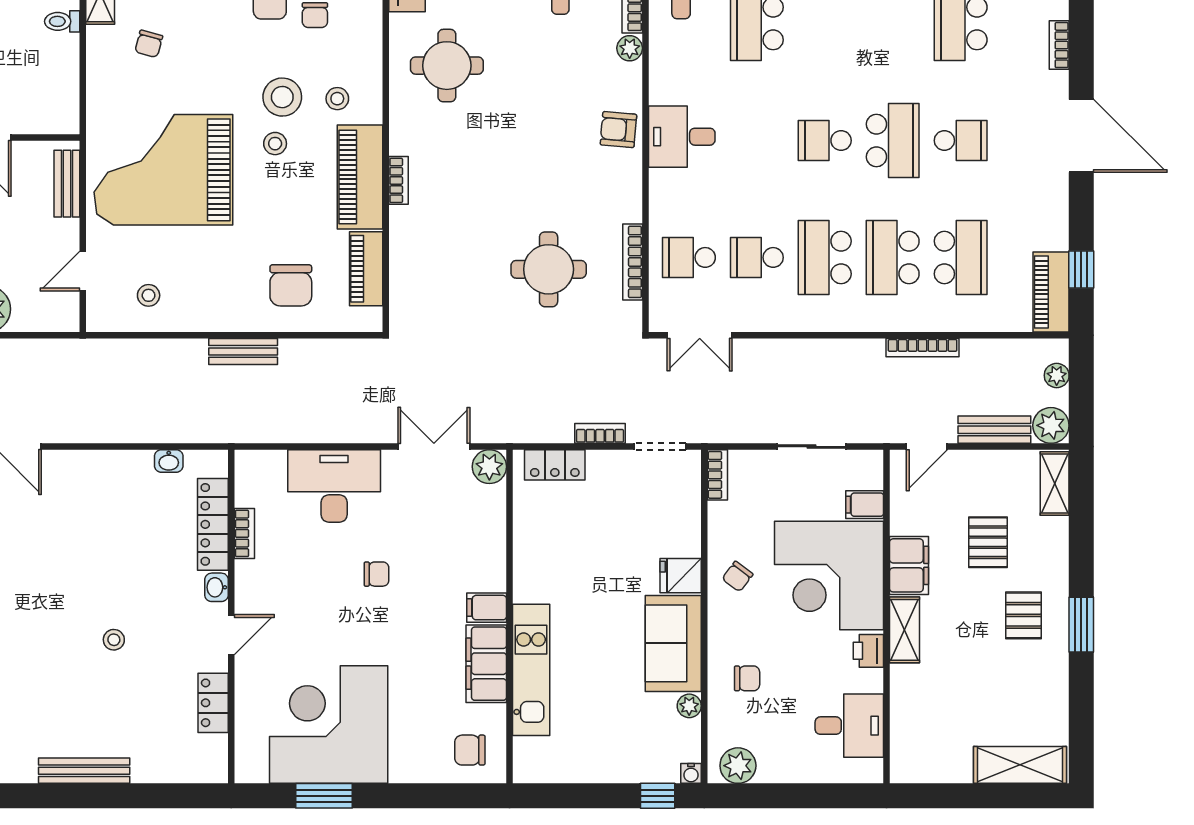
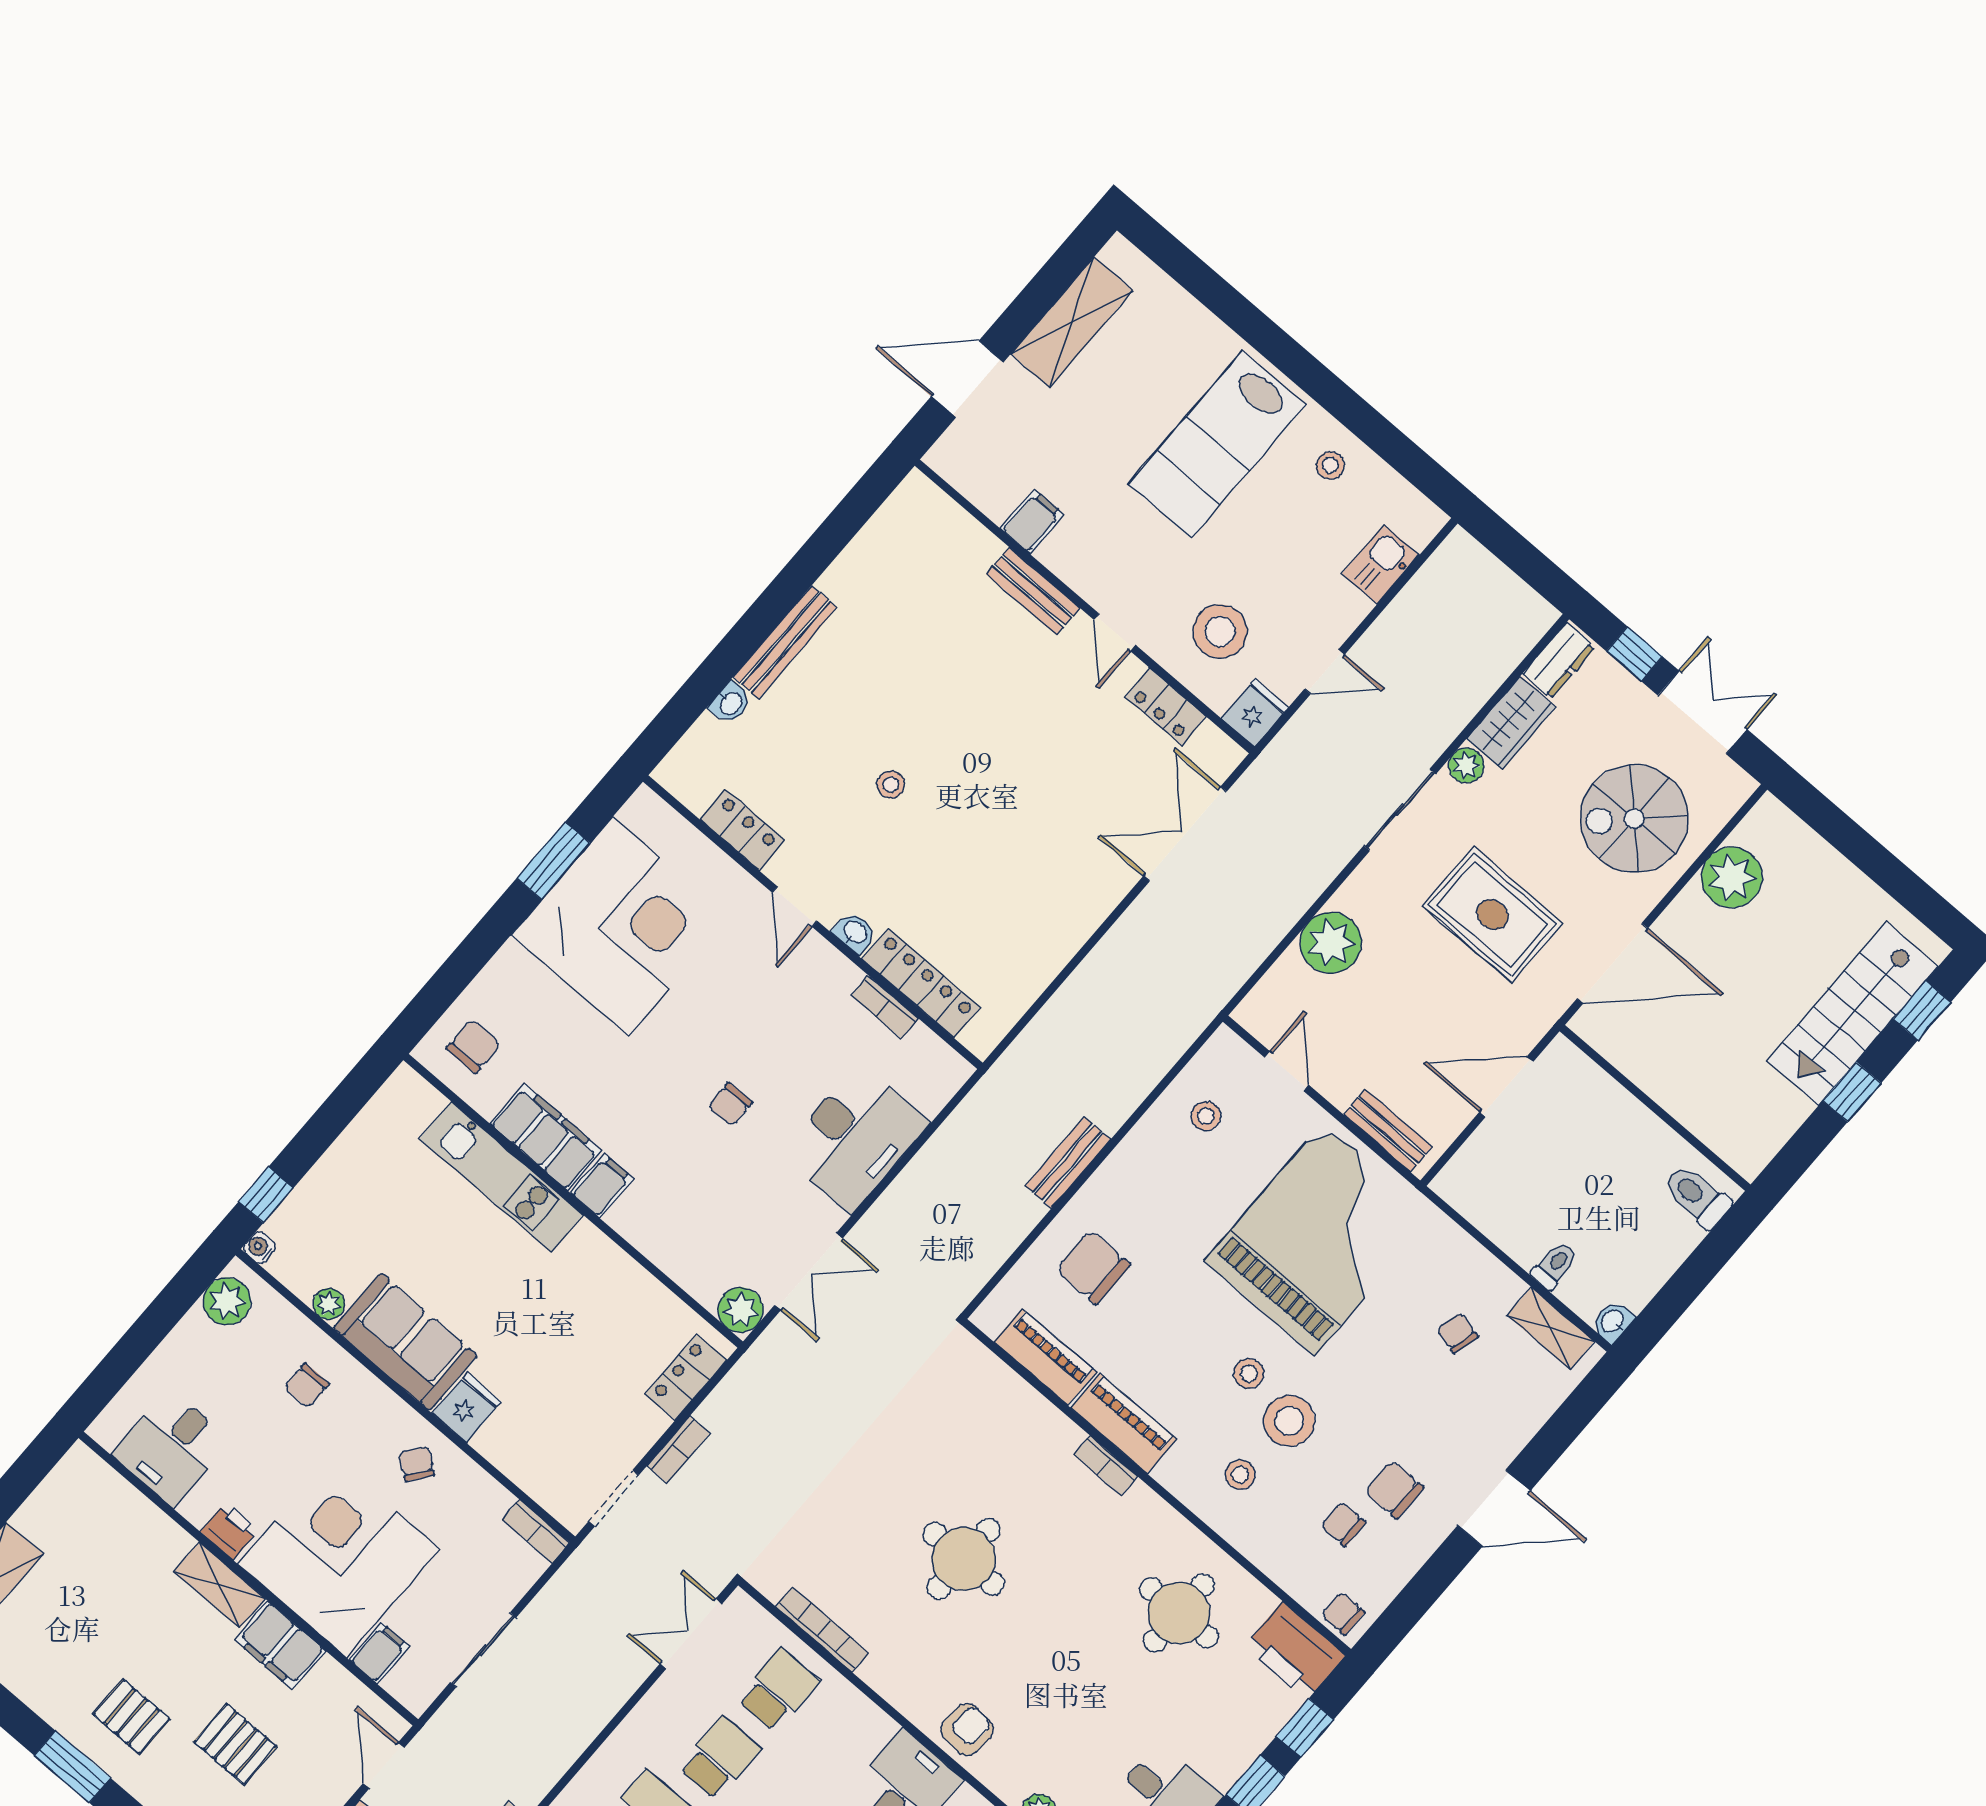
piano: (360, 177) -> (1123, 1423), width x0.73, depth x0.75
round table: (549, 269) -> (964, 1559), moved
washbasin: (169, 461) -> (730, 703), moved, turned 180

